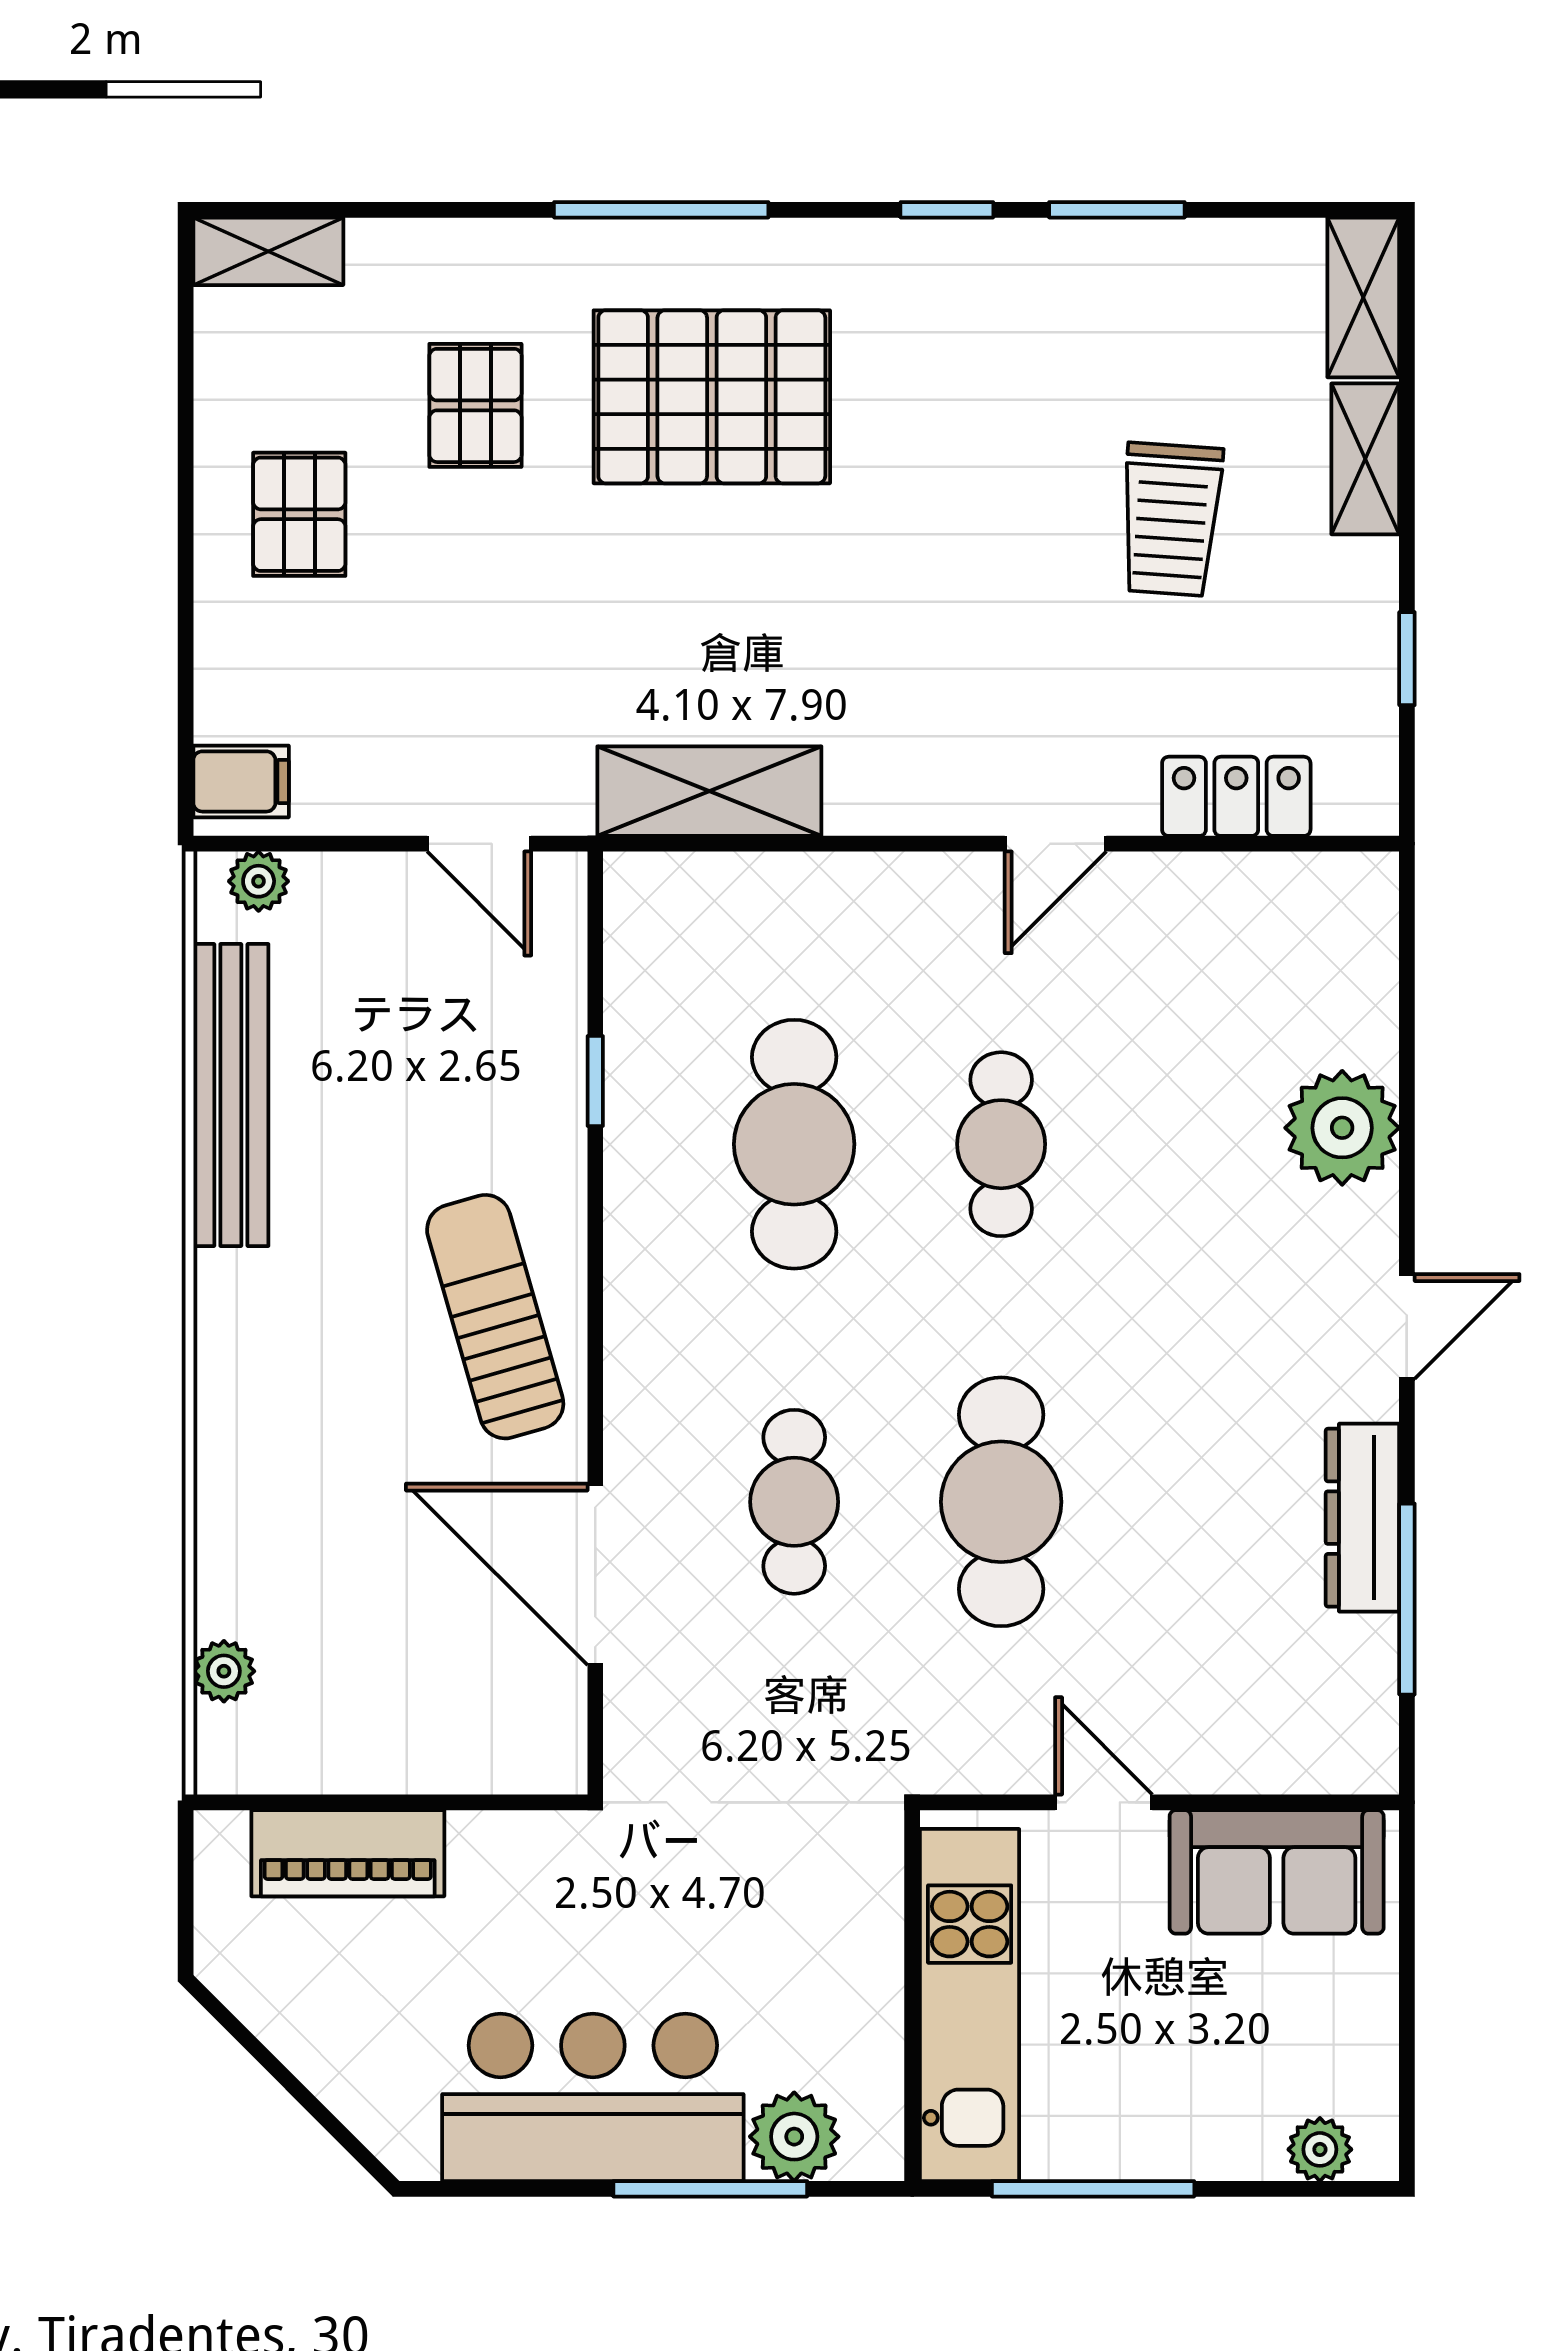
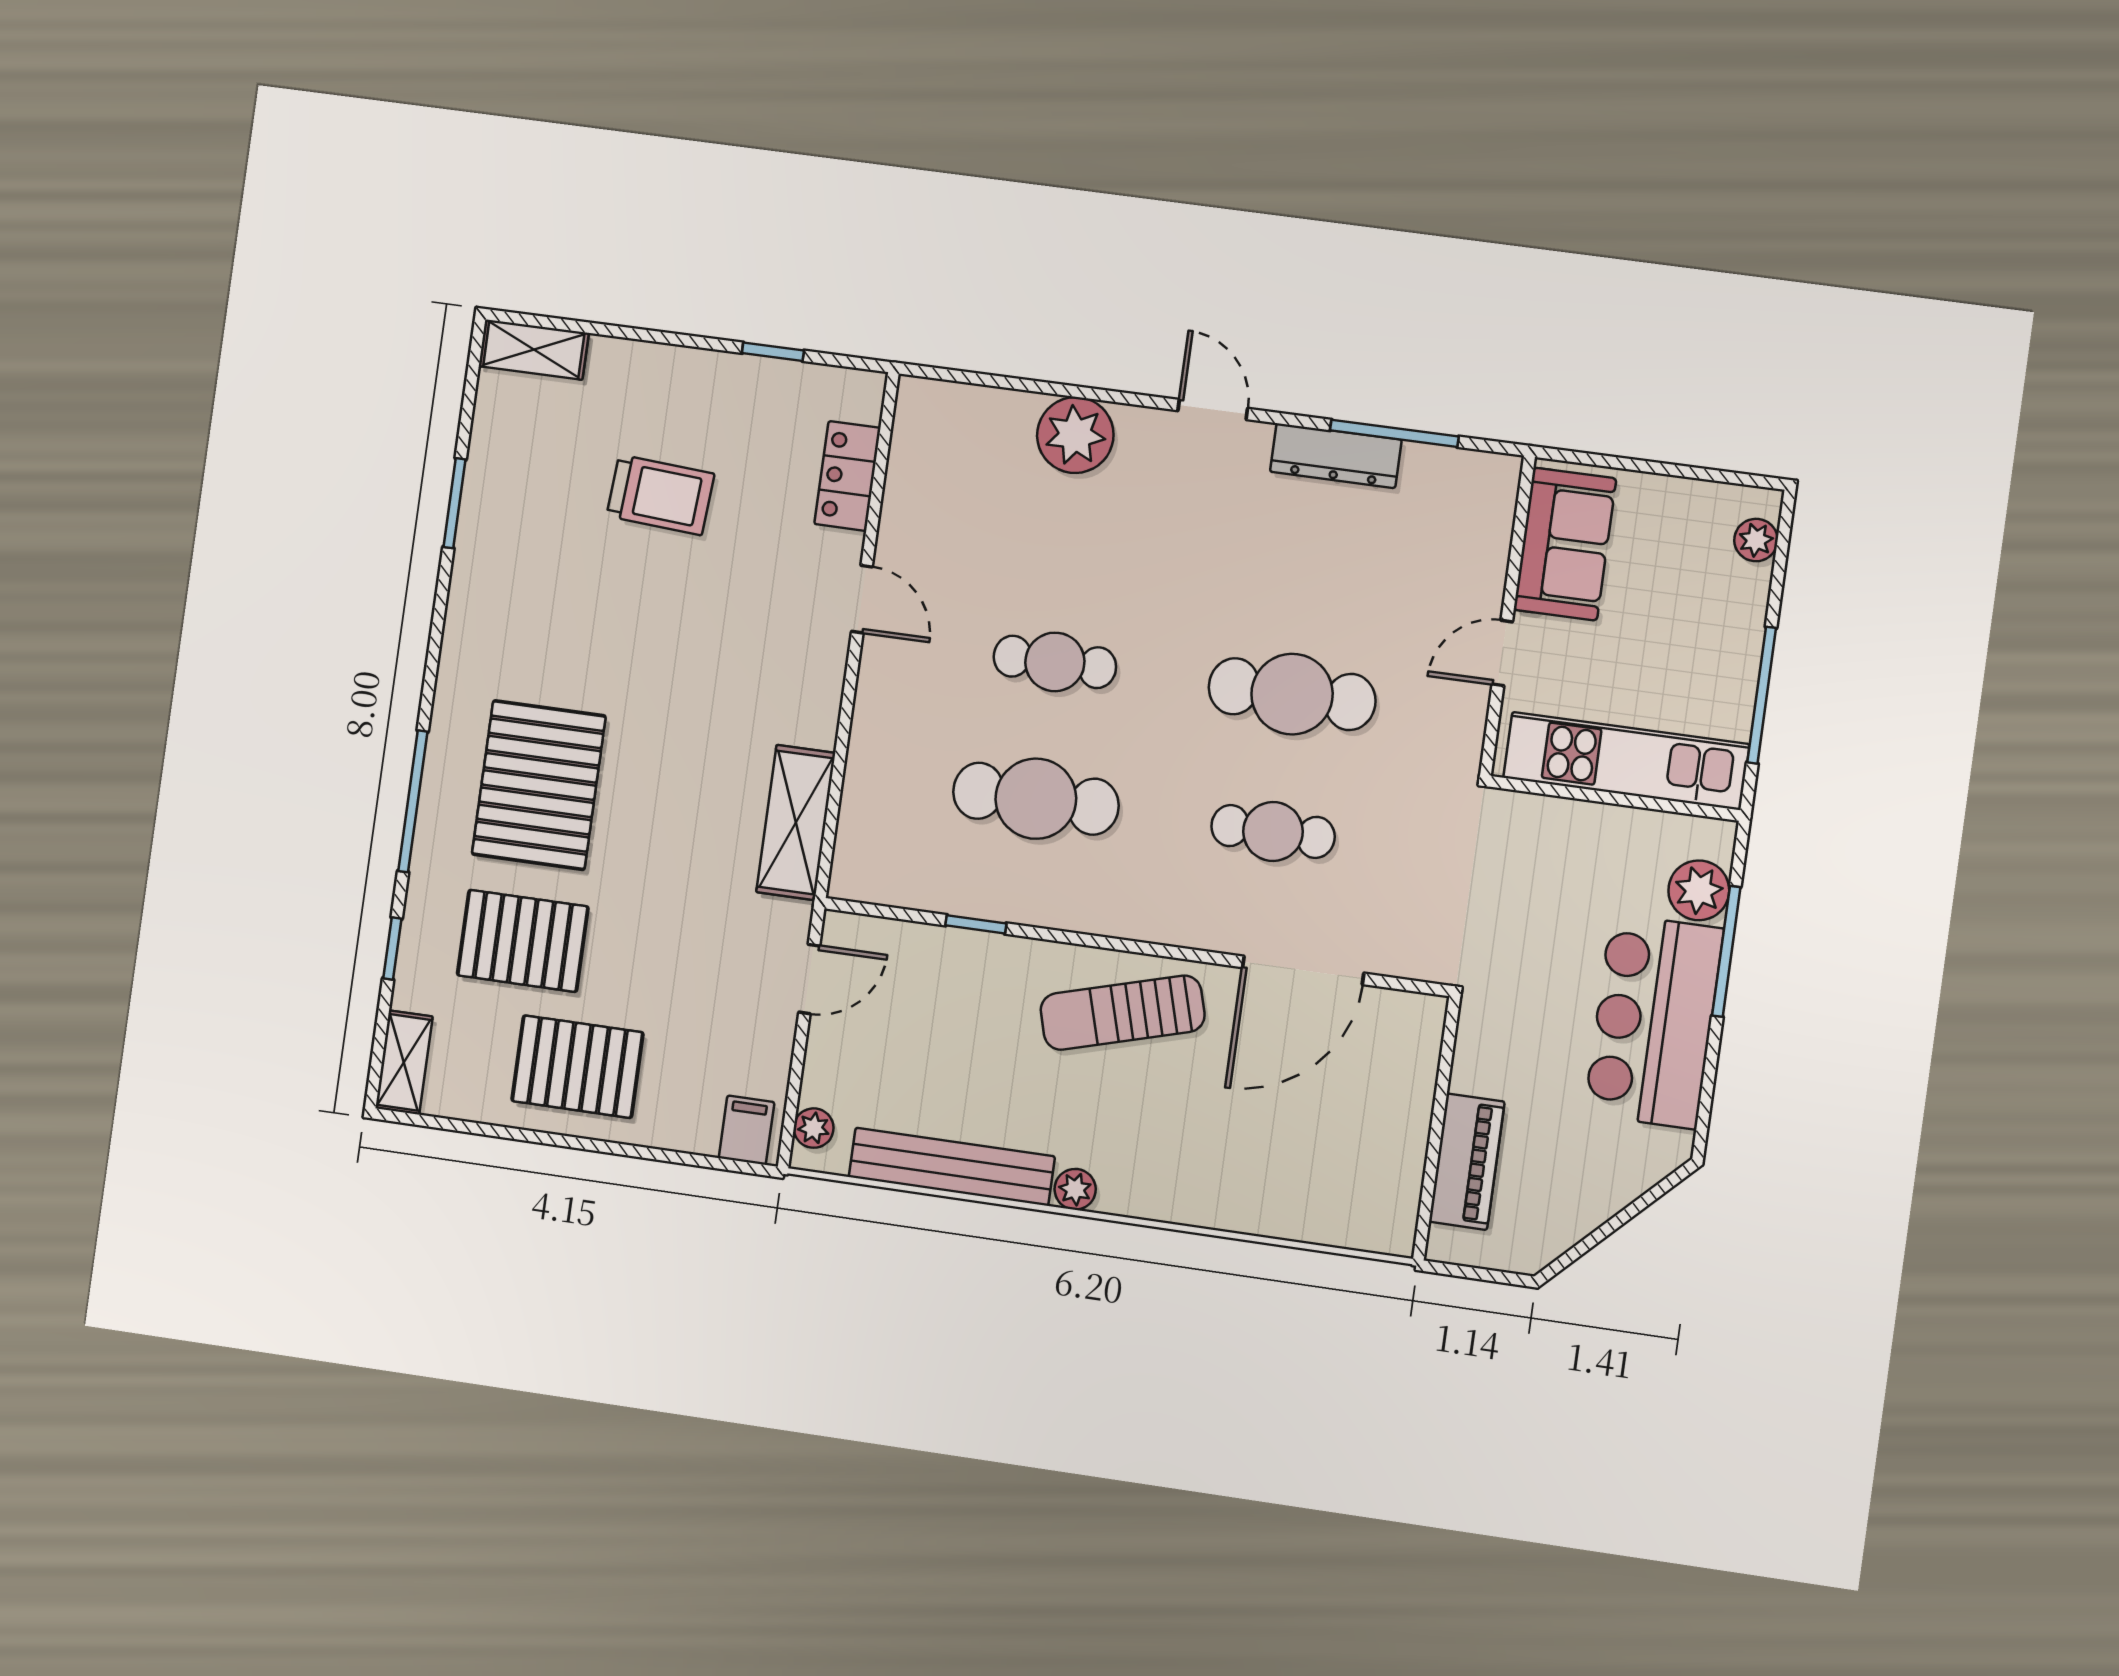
window: (947, 210) -> (392, 948), moved
pallet: (475, 405) -> (523, 941), width x1.50, depth x1.42
shelving: (1365, 459) -> (639, 362), removed
pallet: (299, 514) -> (577, 1067), width x1.50, depth x1.42
plant: (224, 1671) -> (1075, 1189), moved

